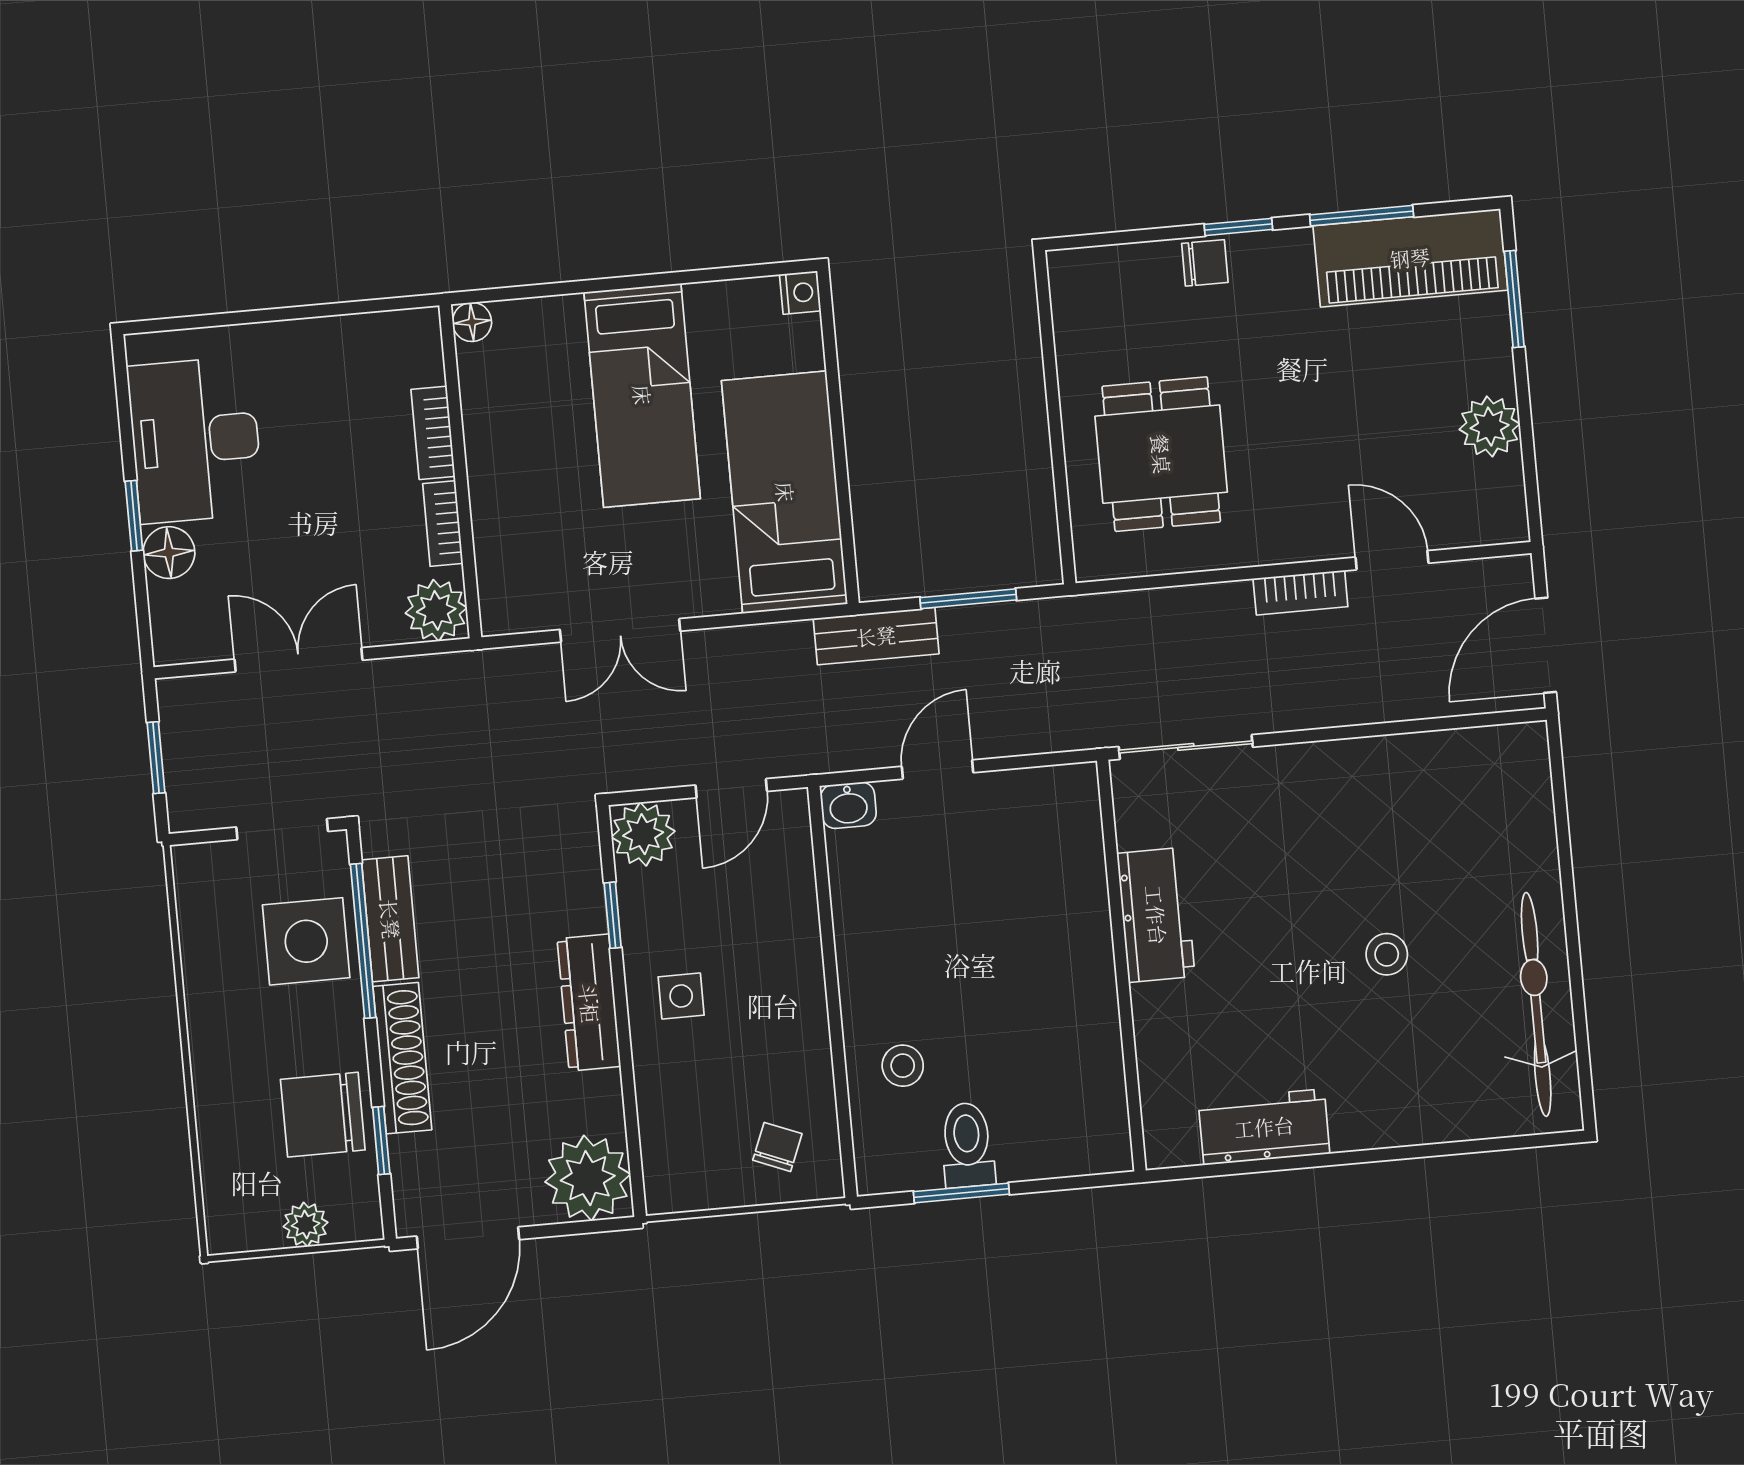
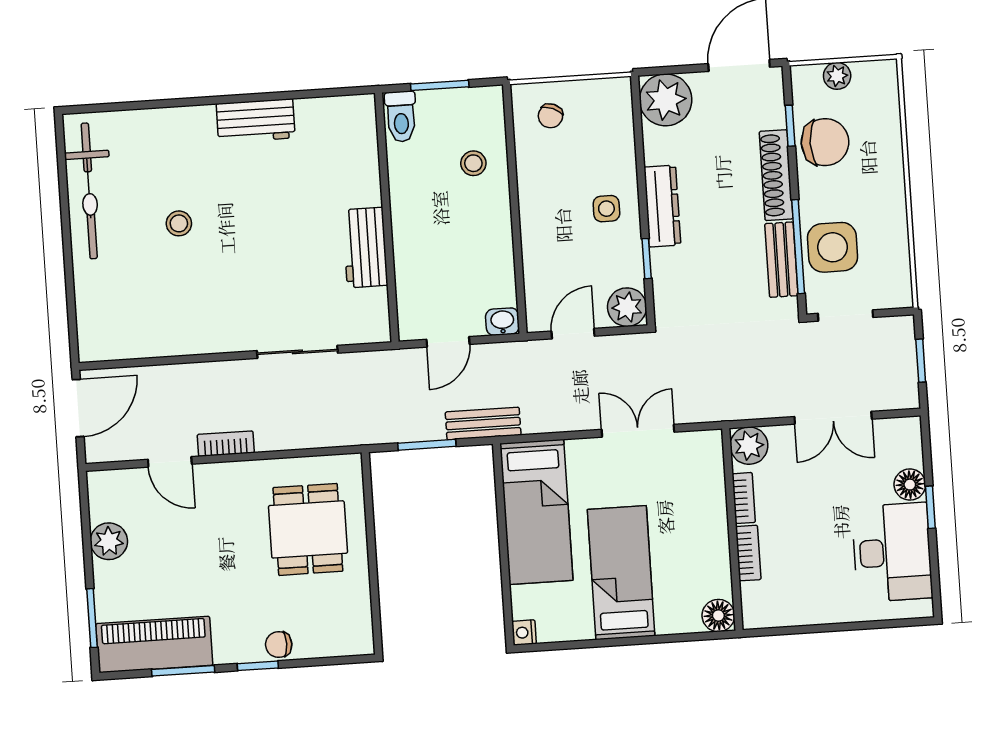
floor lamp: (472, 322) -> (718, 616), width x1.37, depth x1.37
workbench: (1156, 915) -> (365, 248), moved
wall: (1121, 966) -> (387, 217), moved
toilet: (967, 1145) -> (401, 117), moved

